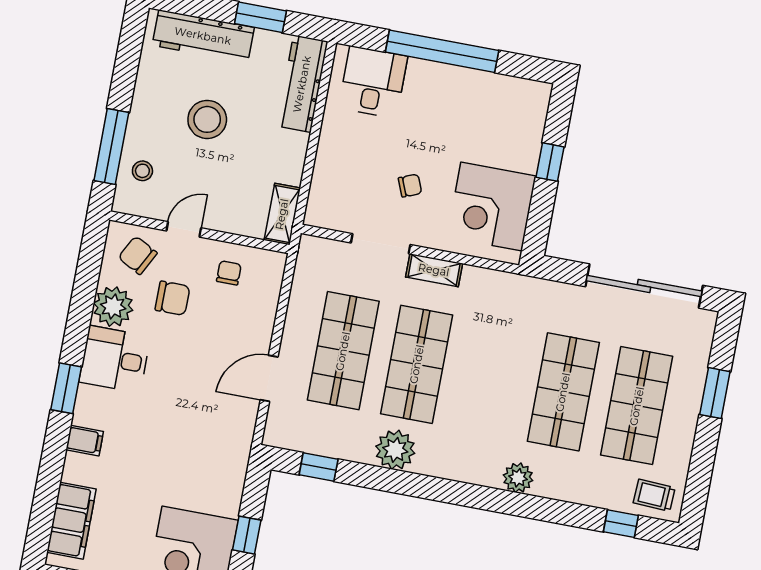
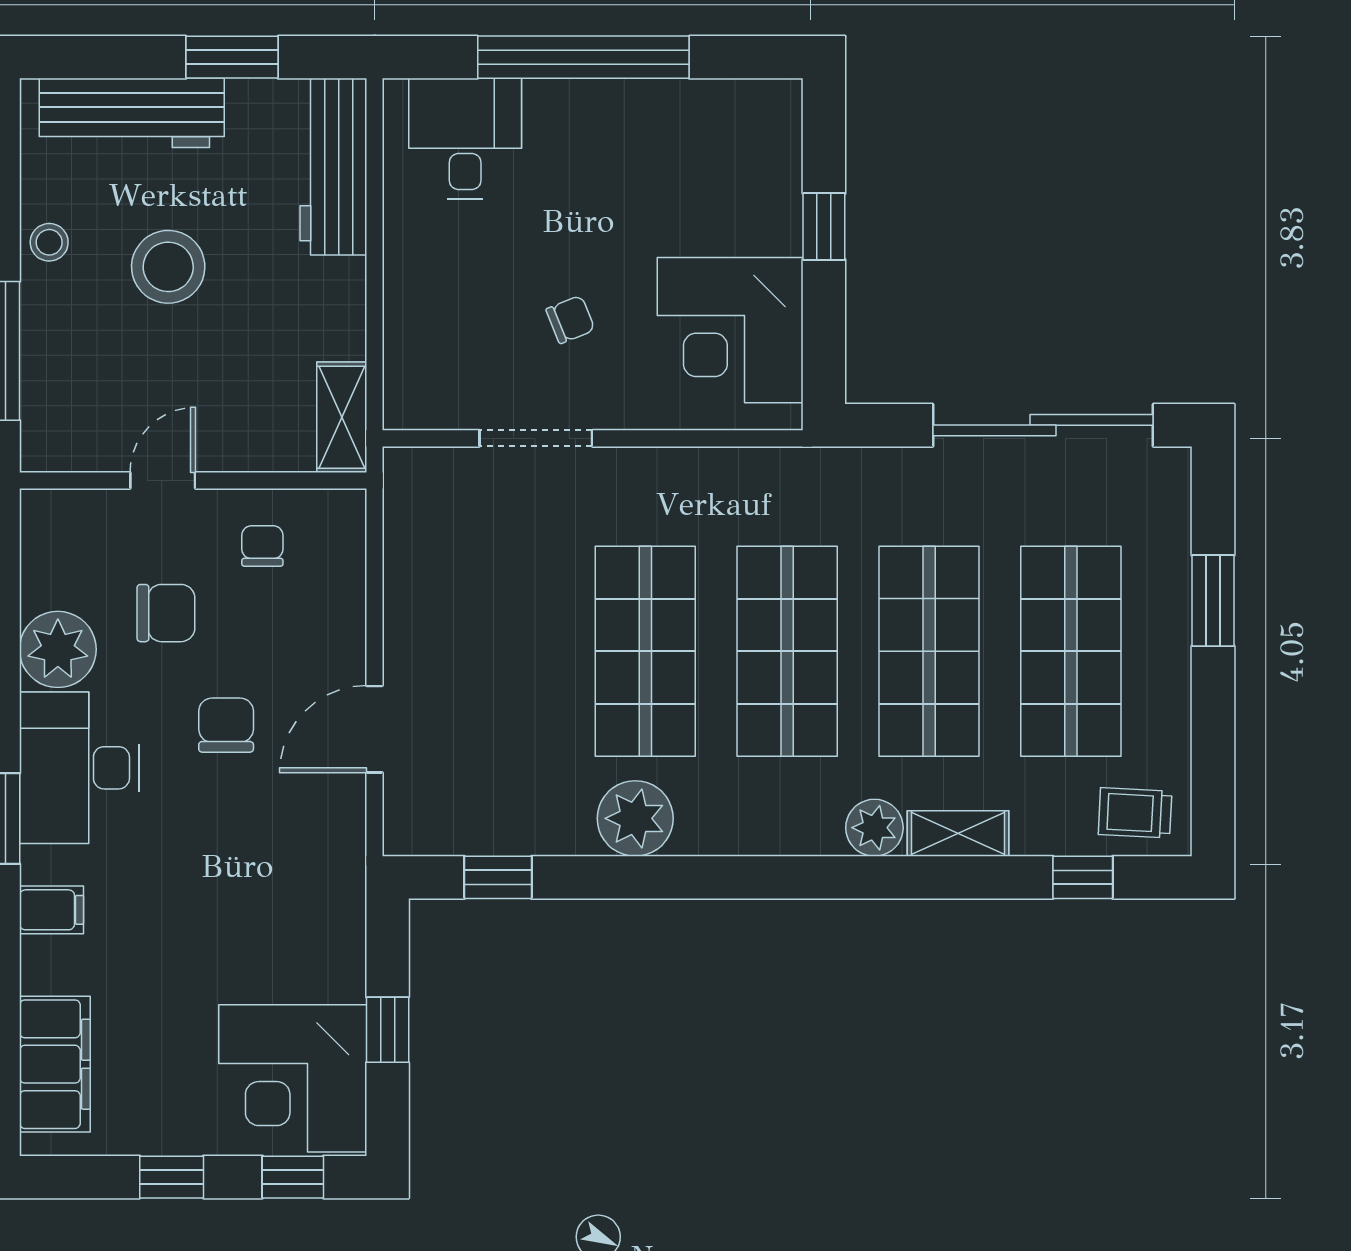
stool: (142, 171) -> (49, 242), moved
chair: (138, 255) -> (226, 725), moved, turned 62
shelving: (434, 270) -> (958, 834), moved
shop shelf: (343, 351) -> (787, 651), moved
desk: (115, 359) -> (79, 768), width x1.37

